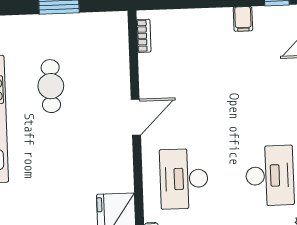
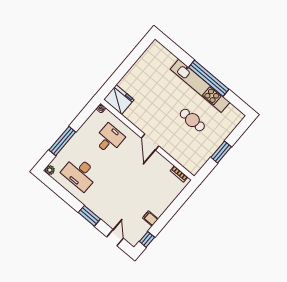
desk: (184, 179) -> (109, 139), width x0.73

